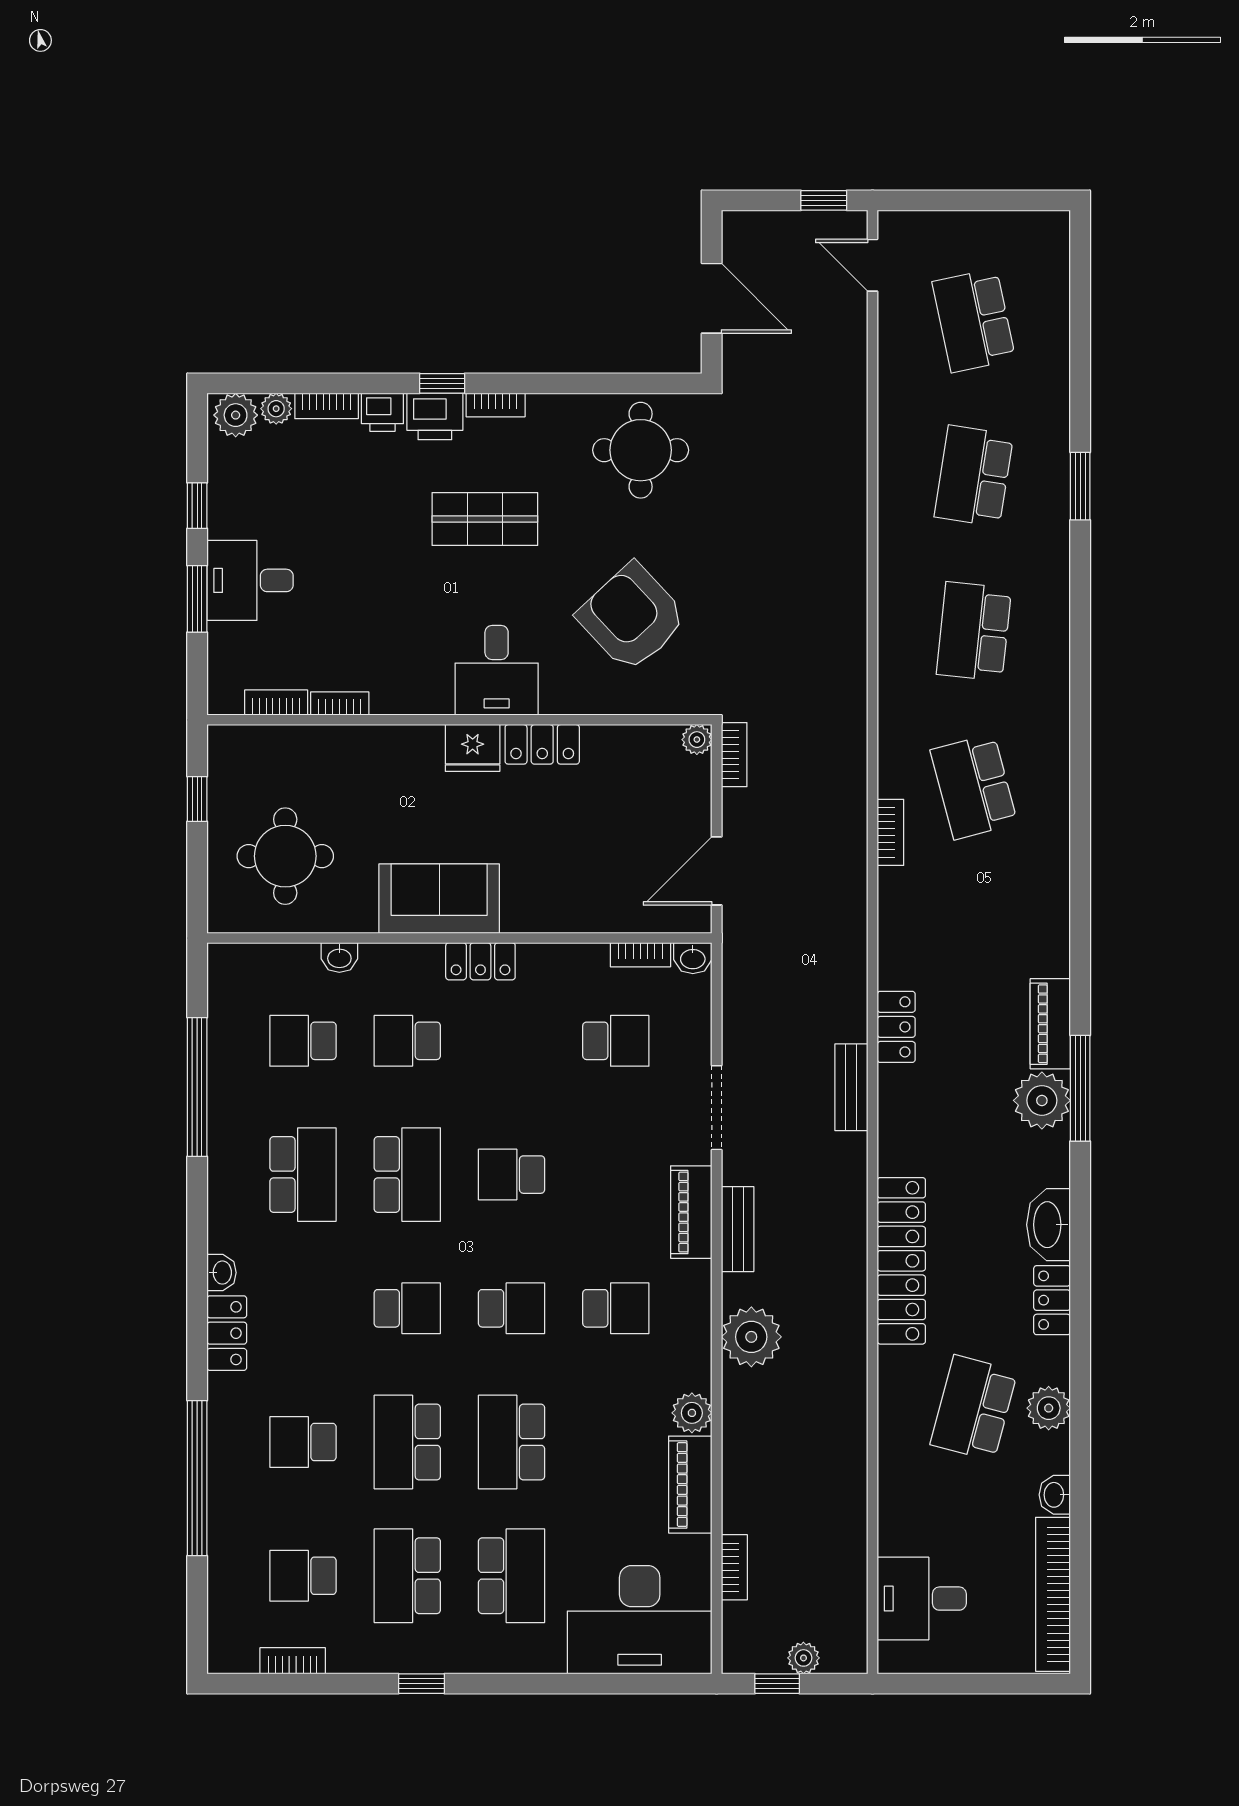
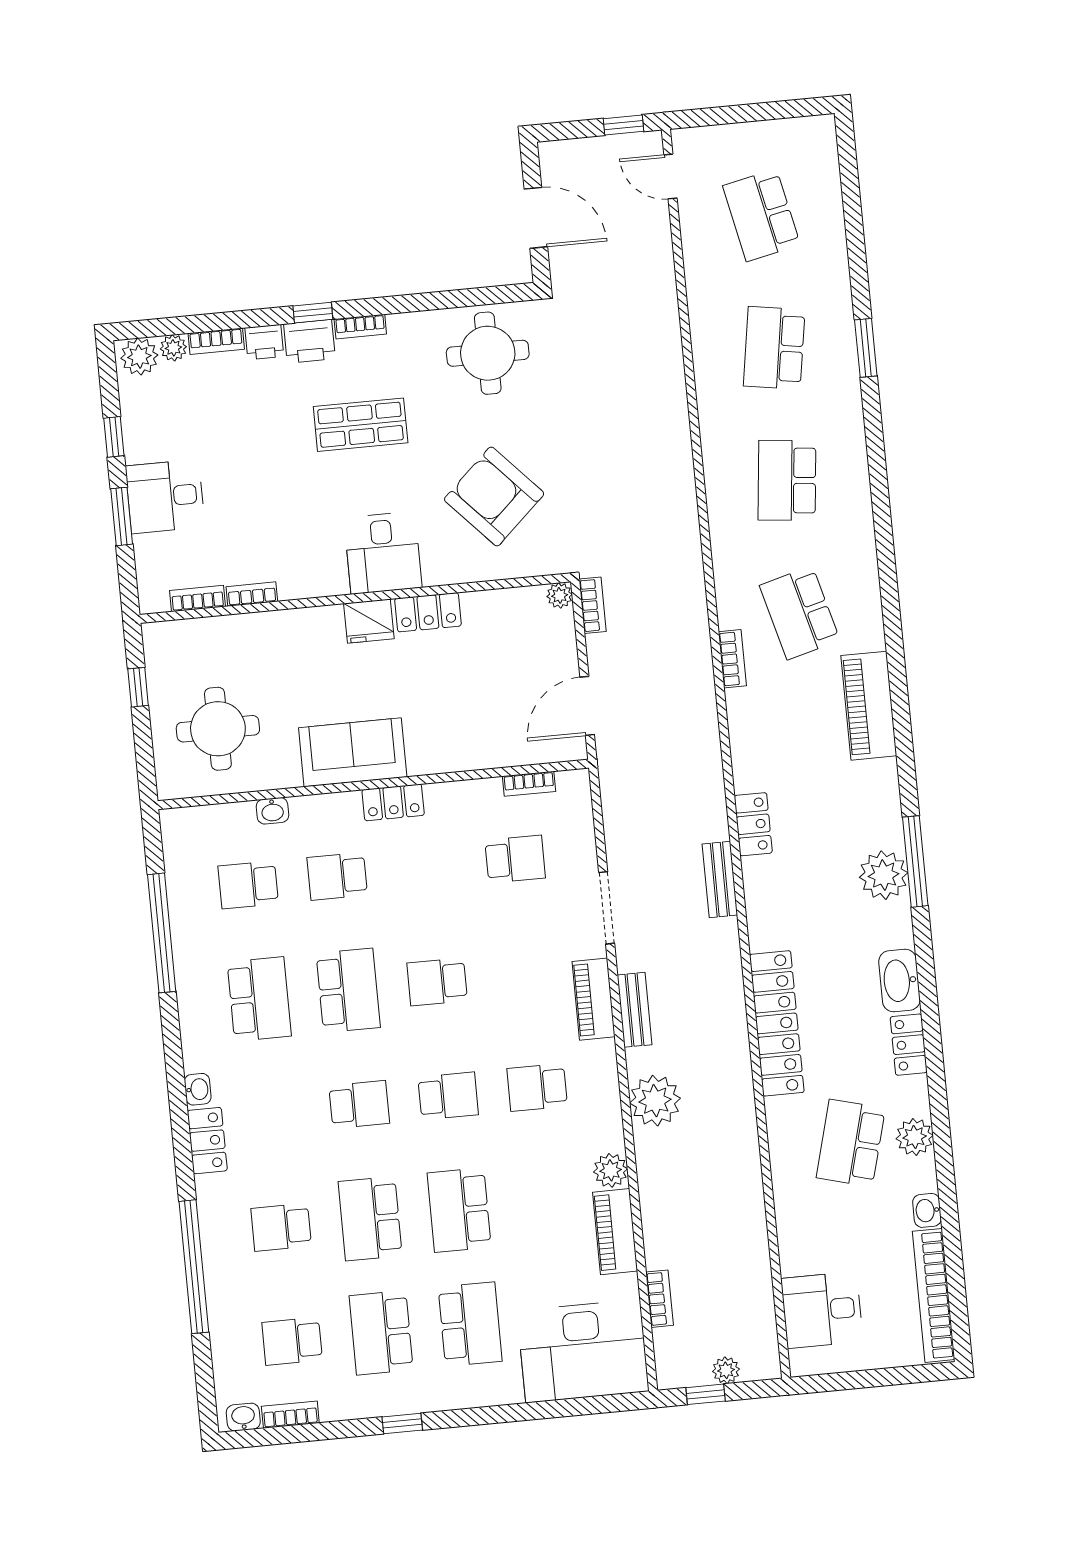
washbasin: (693, 958) -> (243, 1417), moved, turned 180
piano: (1050, 1024) -> (869, 706), moved, width x1.37, depth x1.33
school desk: (616, 1308) -> (537, 1087), turned 180

